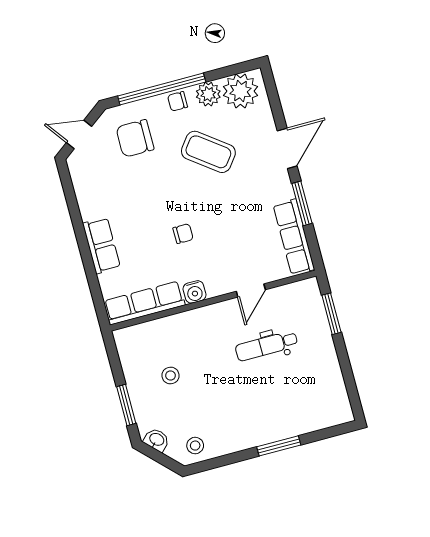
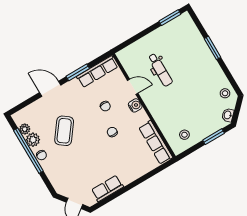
window: (162, 89) -> (28, 151), moved
plant: (240, 91) -> (25, 129), width x0.53, depth x0.53
chair: (135, 138) -> (105, 106), moved, width x0.54, depth x0.54
row of seats: (101, 245) -> (107, 188), moved
water cooler: (195, 292) -> (135, 105), moved
window: (331, 314) -> (170, 18), moved
stool: (171, 375) -> (184, 135), moved

